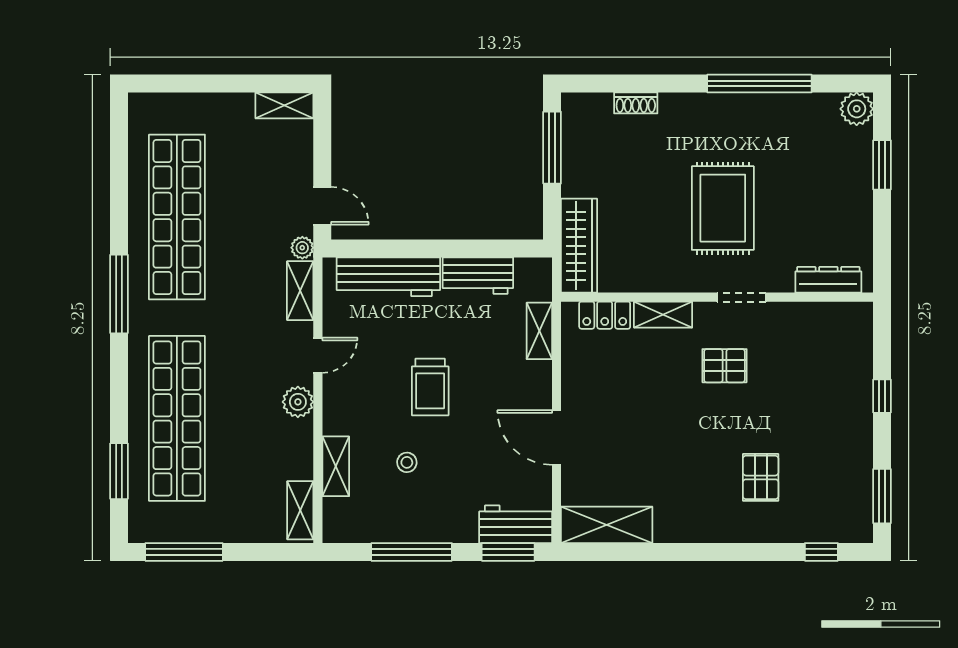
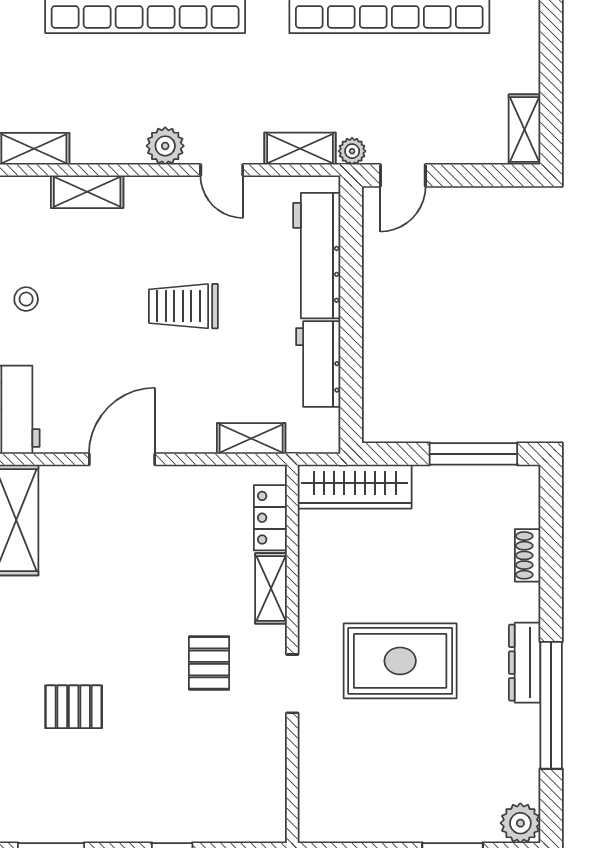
dresser: (828, 280) -> (525, 663), moved, turned 180
stool: (407, 462) -> (26, 299), moved

